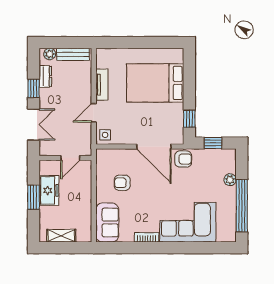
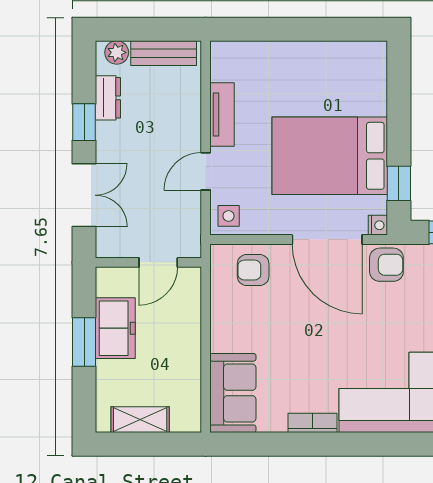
bed: (155, 83) -> (330, 156), moved
nightstand: (179, 139) -> (378, 225), added
armchair: (122, 183) -> (253, 270), moved

